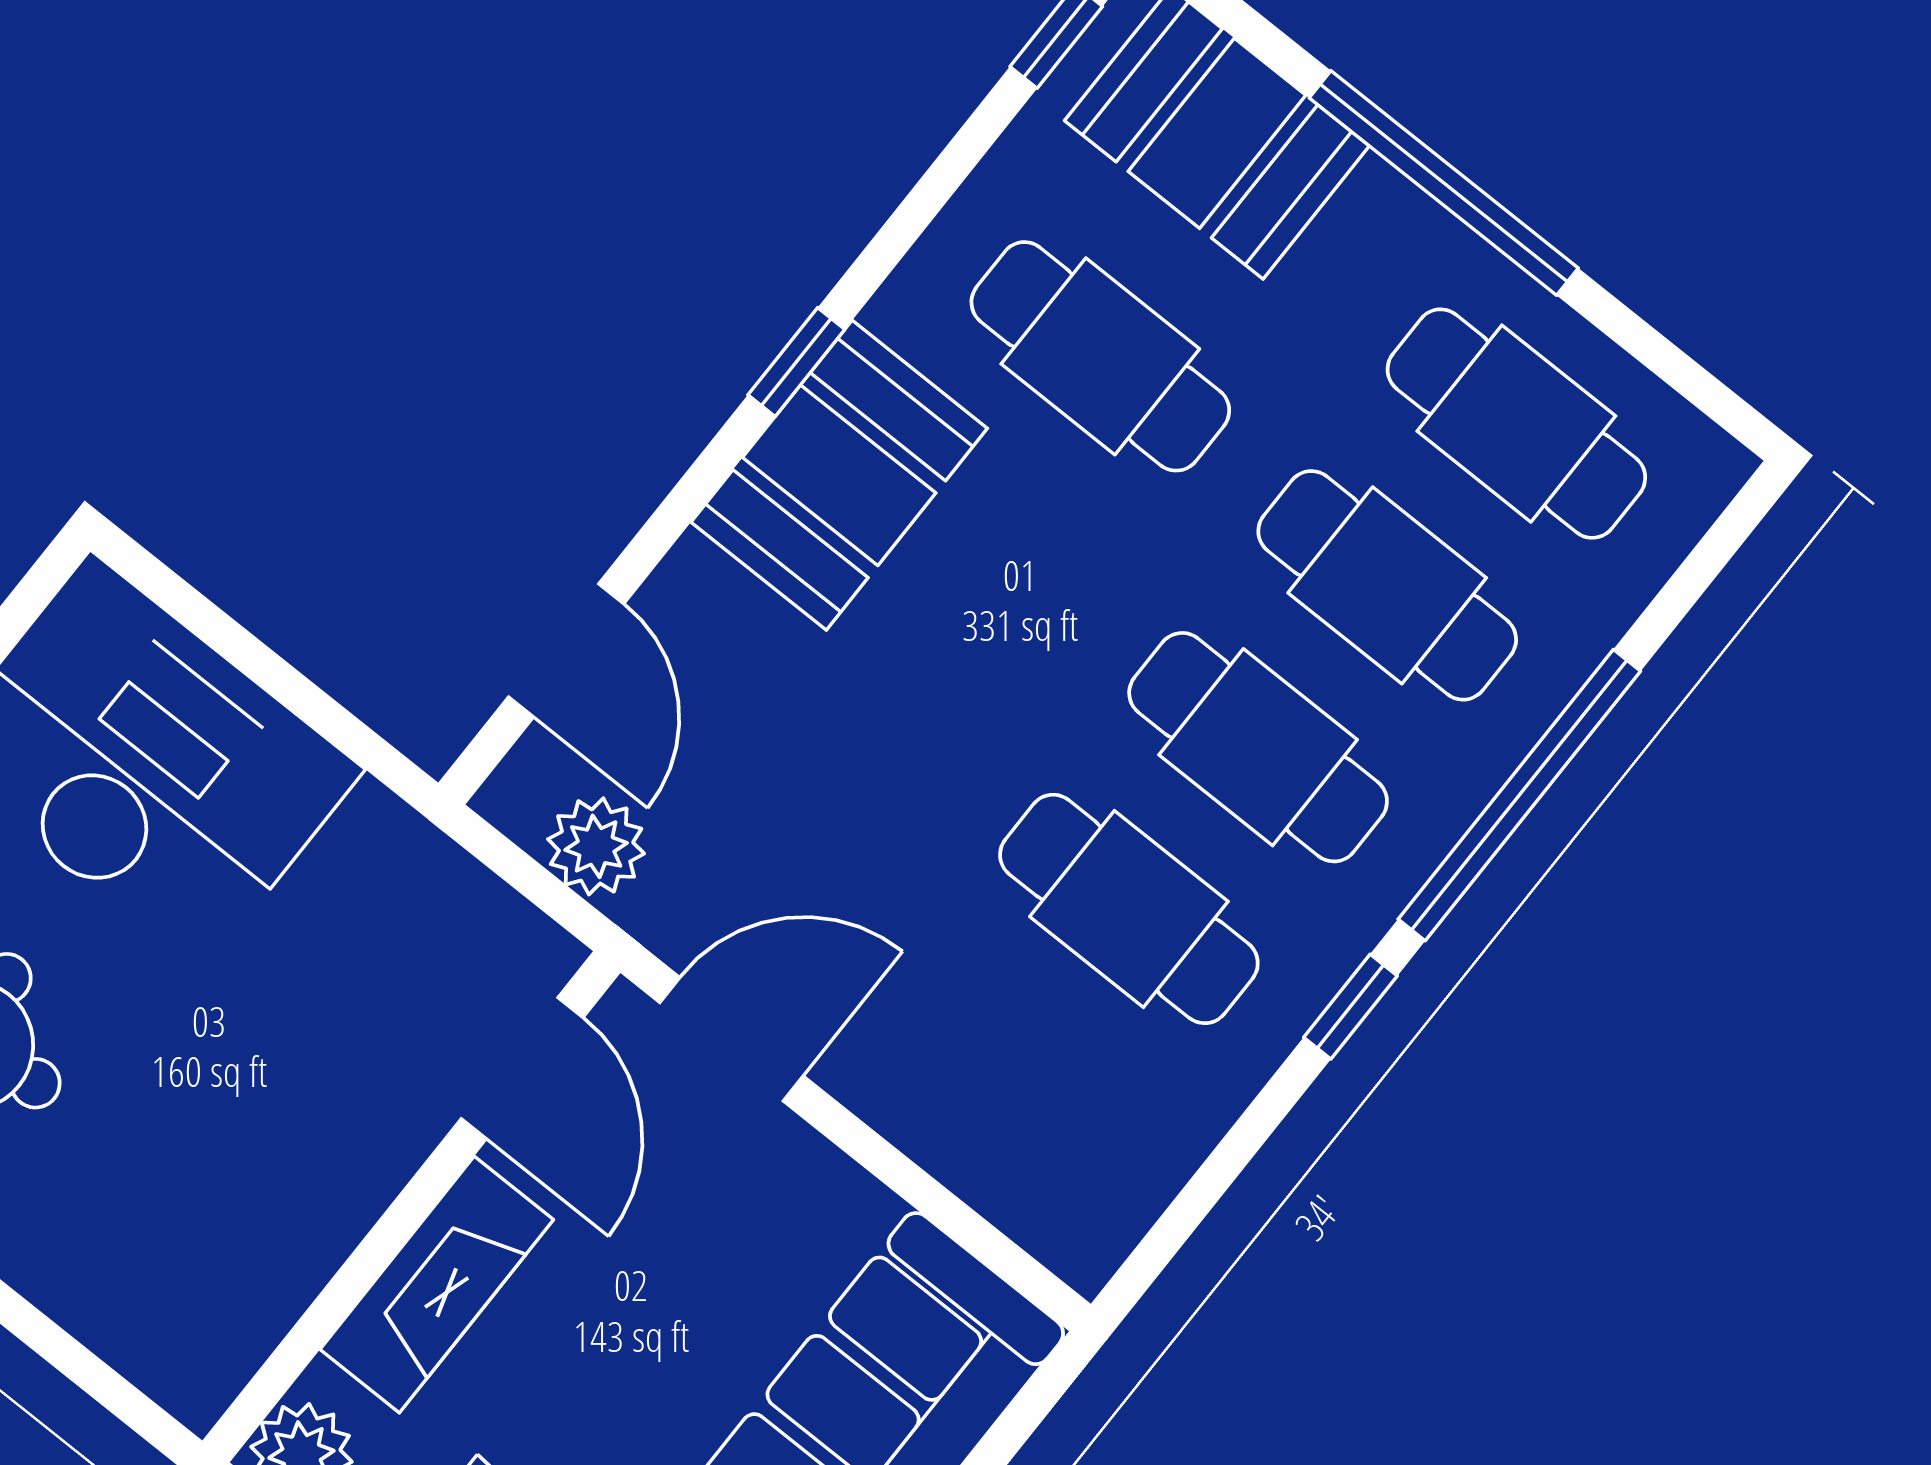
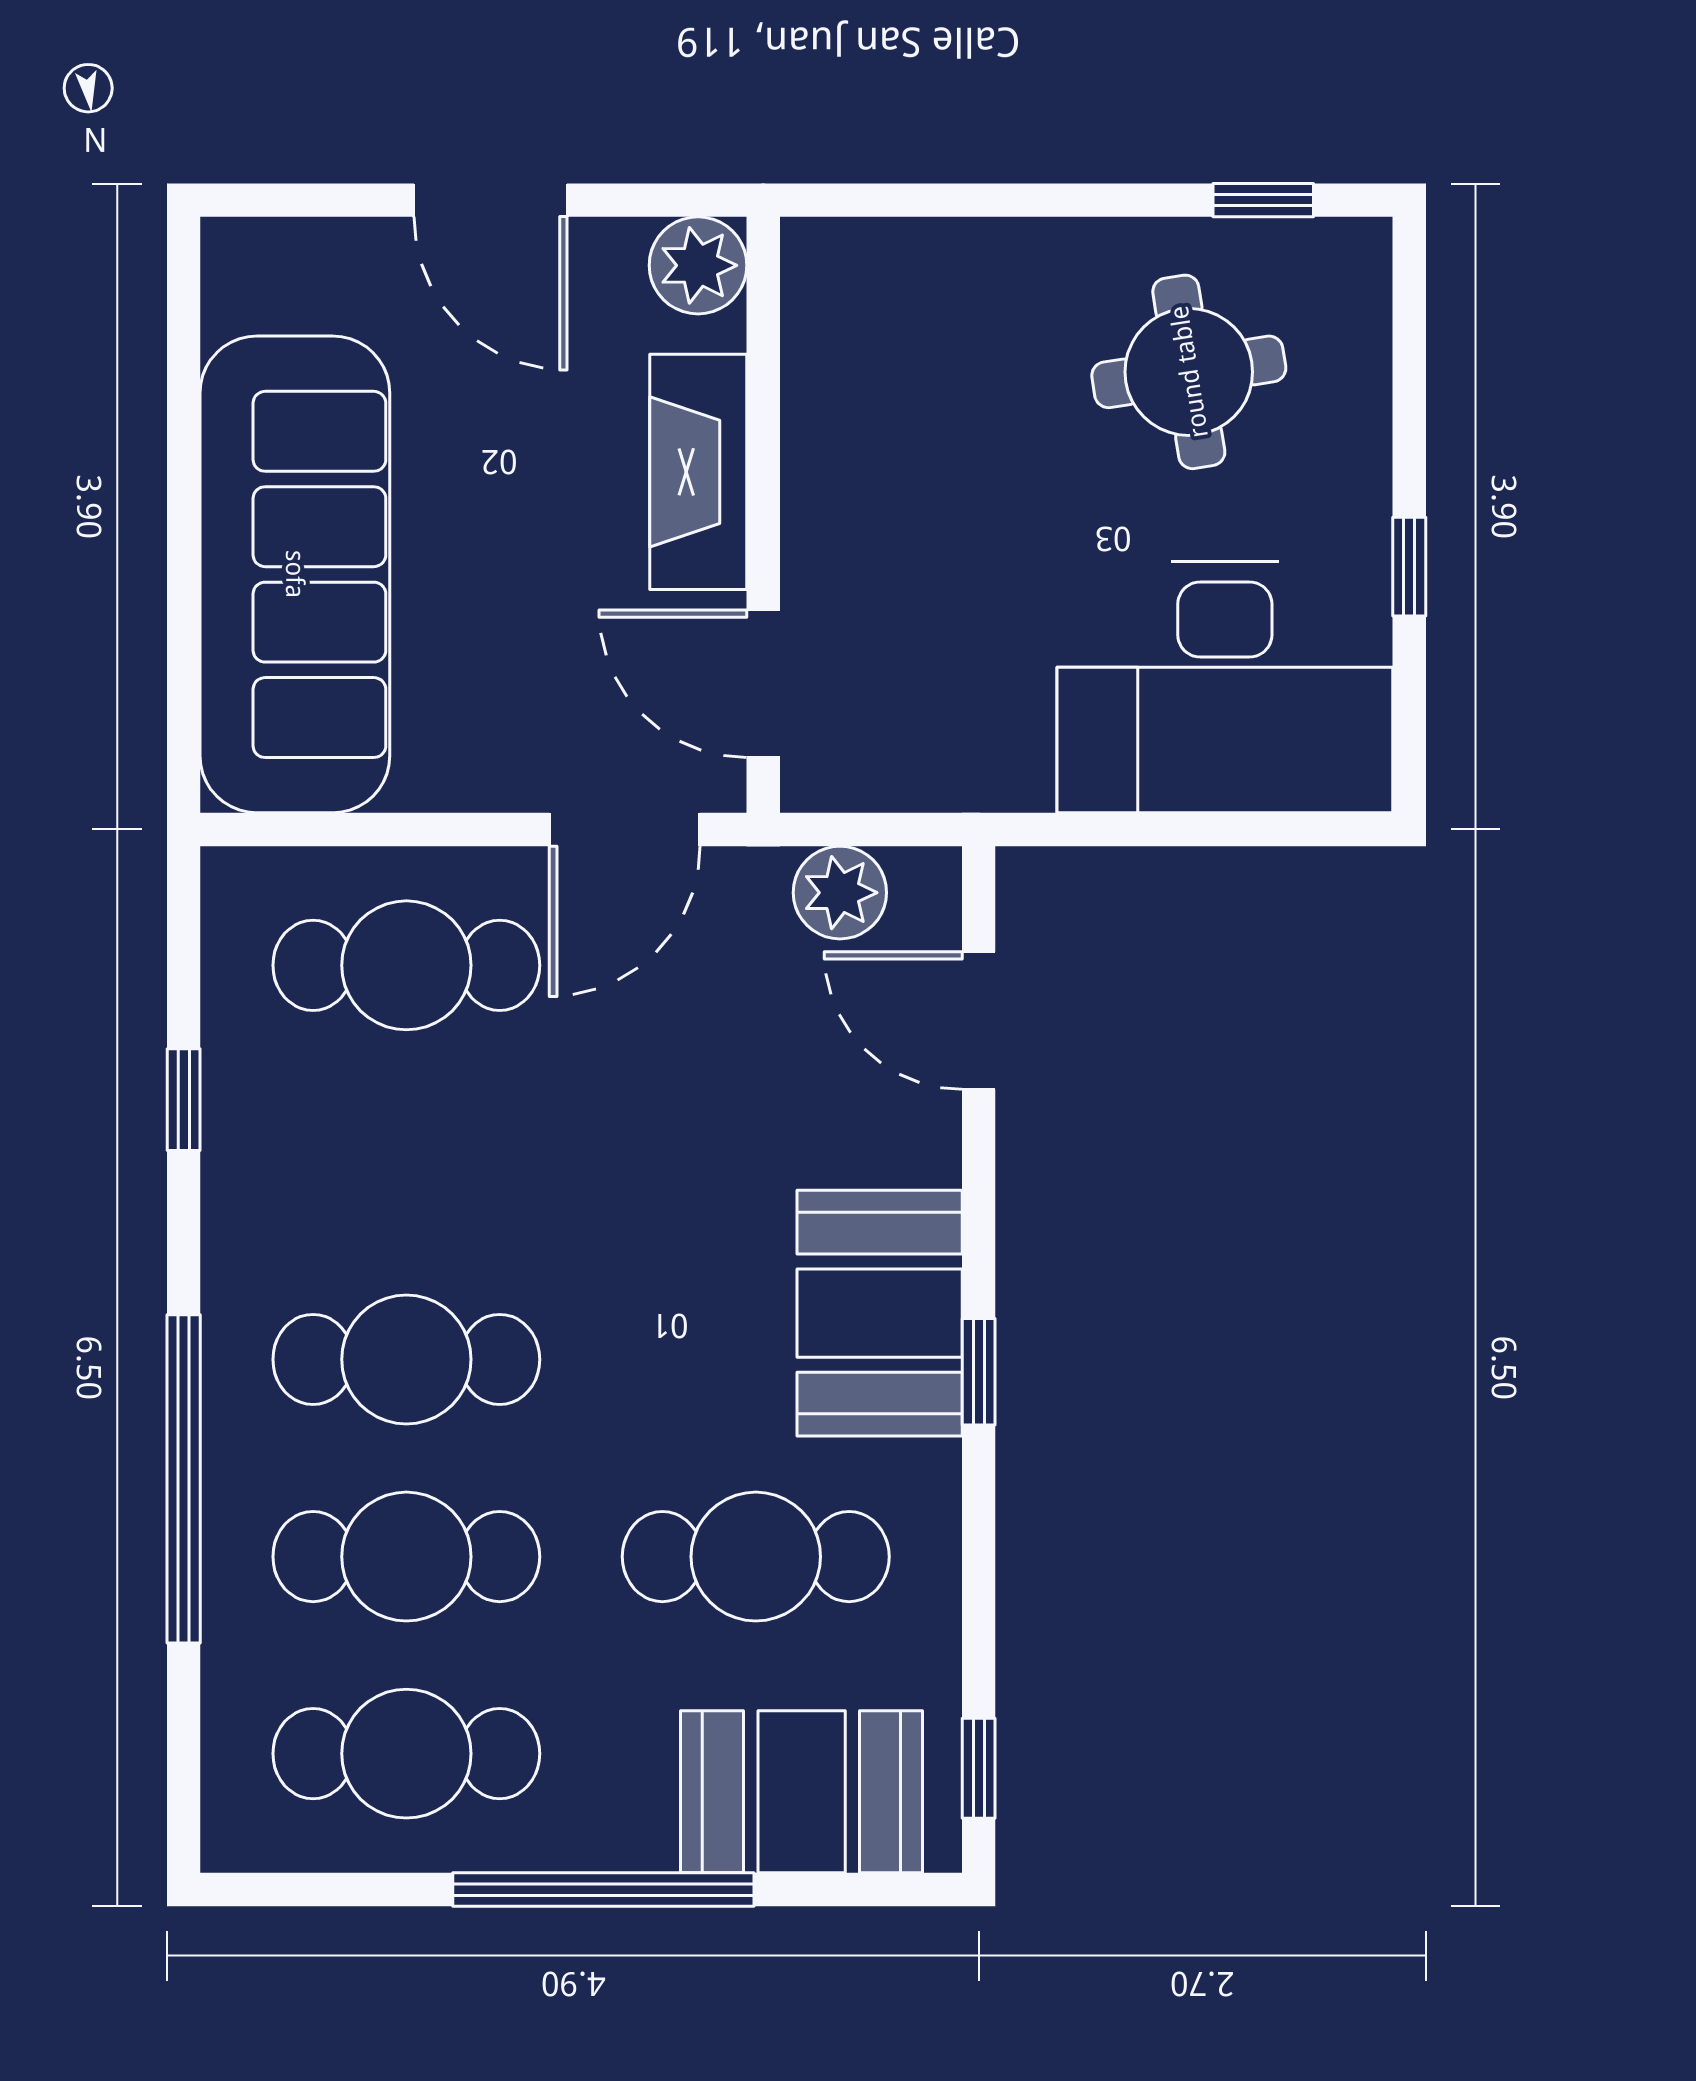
cafe table: (1129, 909) -> (406, 965), moved
window: (1350, 1007) -> (184, 1100), moved

